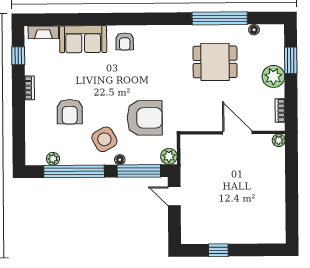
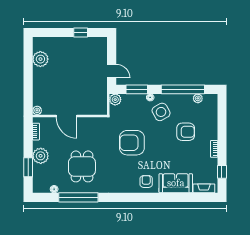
dining table: (215, 62) -> (82, 166), turned 90
armchair: (70, 112) -> (186, 132), turned 90
armchair: (145, 118) -> (132, 143), moved
window: (139, 171) -> (137, 89), width x0.69
plant: (274, 212) -> (40, 59), added

